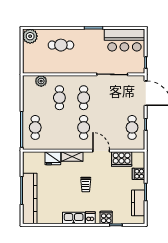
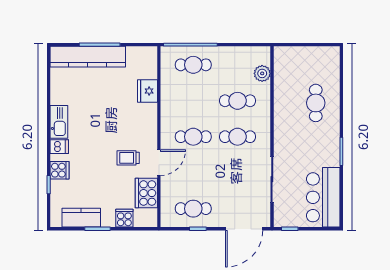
plant: (30, 36) -> (329, 57), removed
shelving: (72, 157) -> (150, 120), removed
trolley: (86, 185) -> (128, 158), moved

